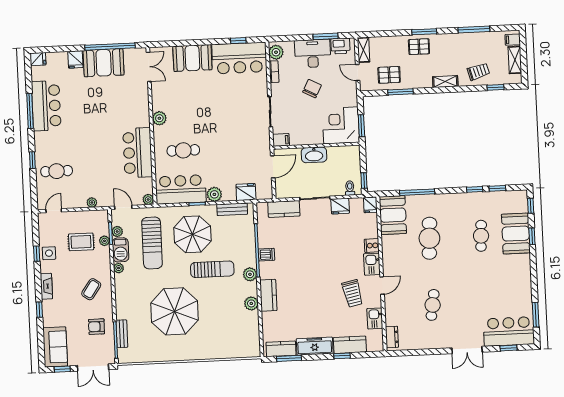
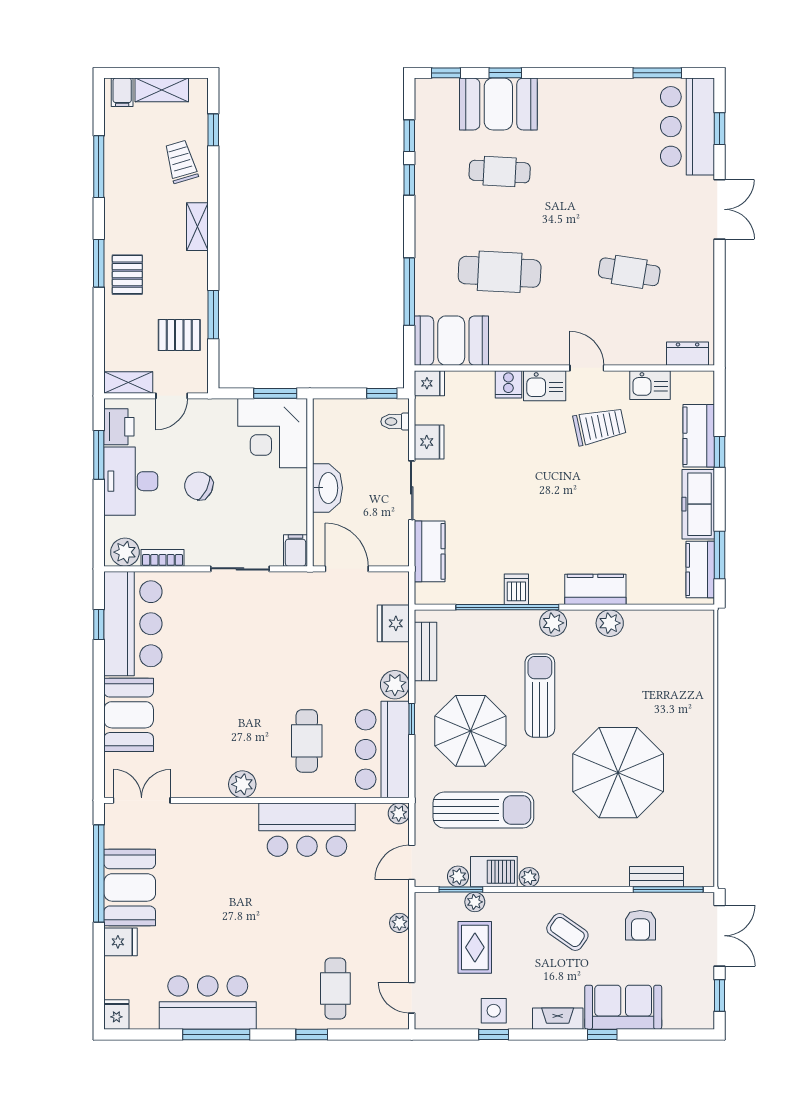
pallet: (389, 75) -> (179, 335), turned 90
sofa: (55, 347) -> (623, 1007), moved

